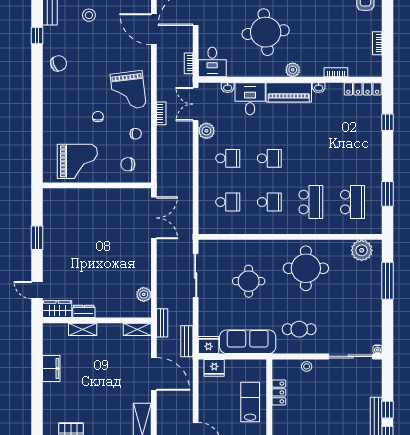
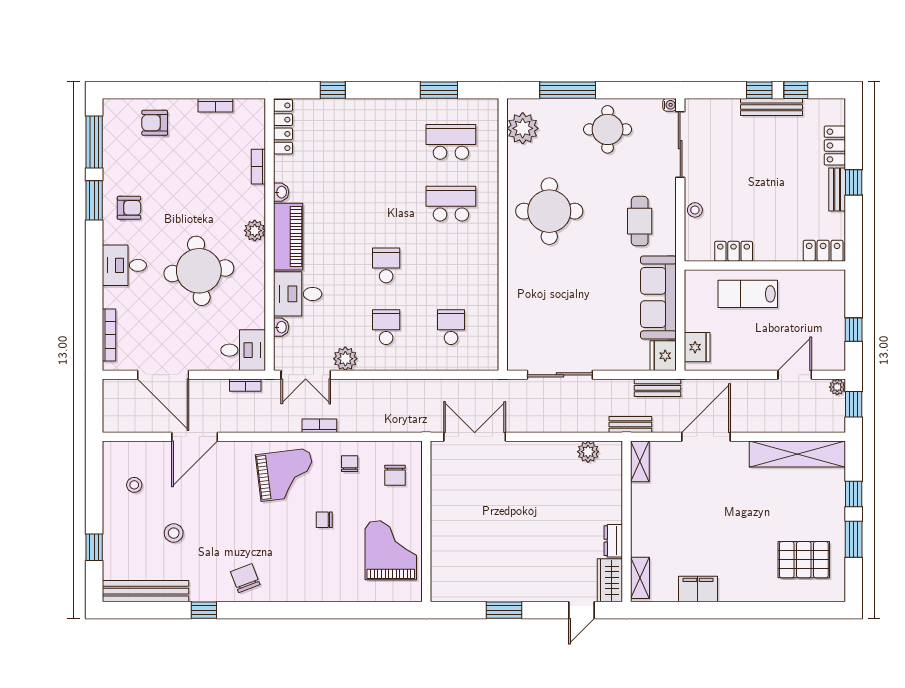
school desk: (269, 202) -> (451, 265), removed
round table: (249, 281) -> (608, 129), moved
shelving: (83, 329) -> (640, 578), moved

